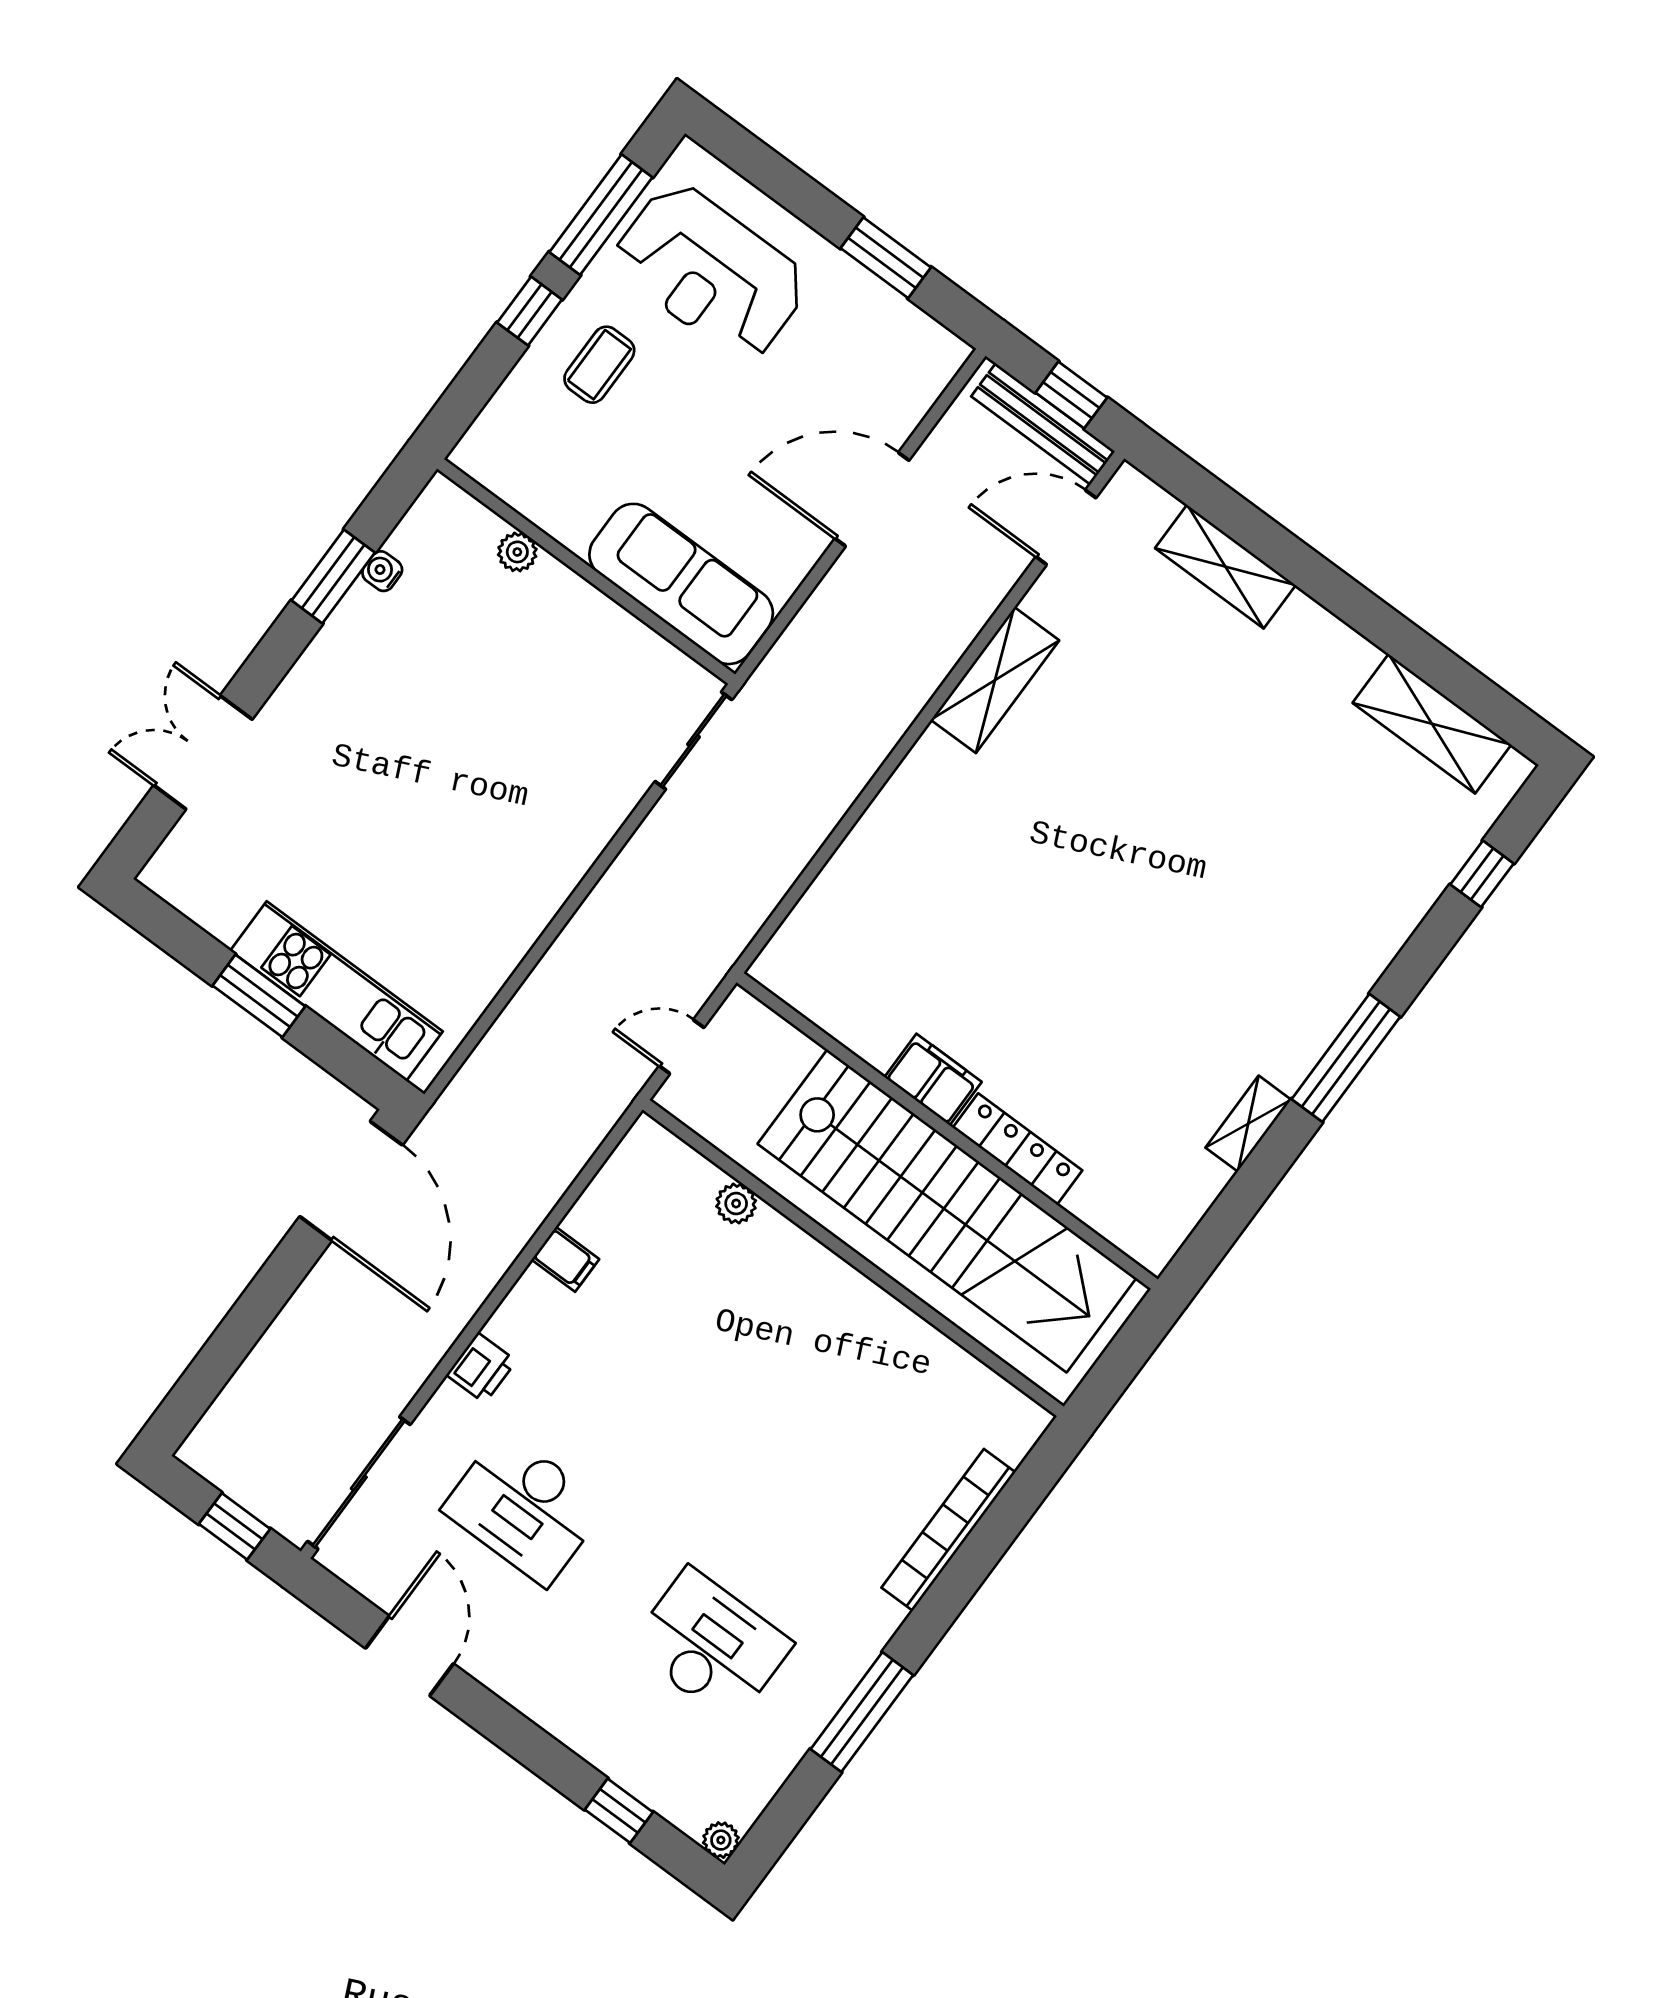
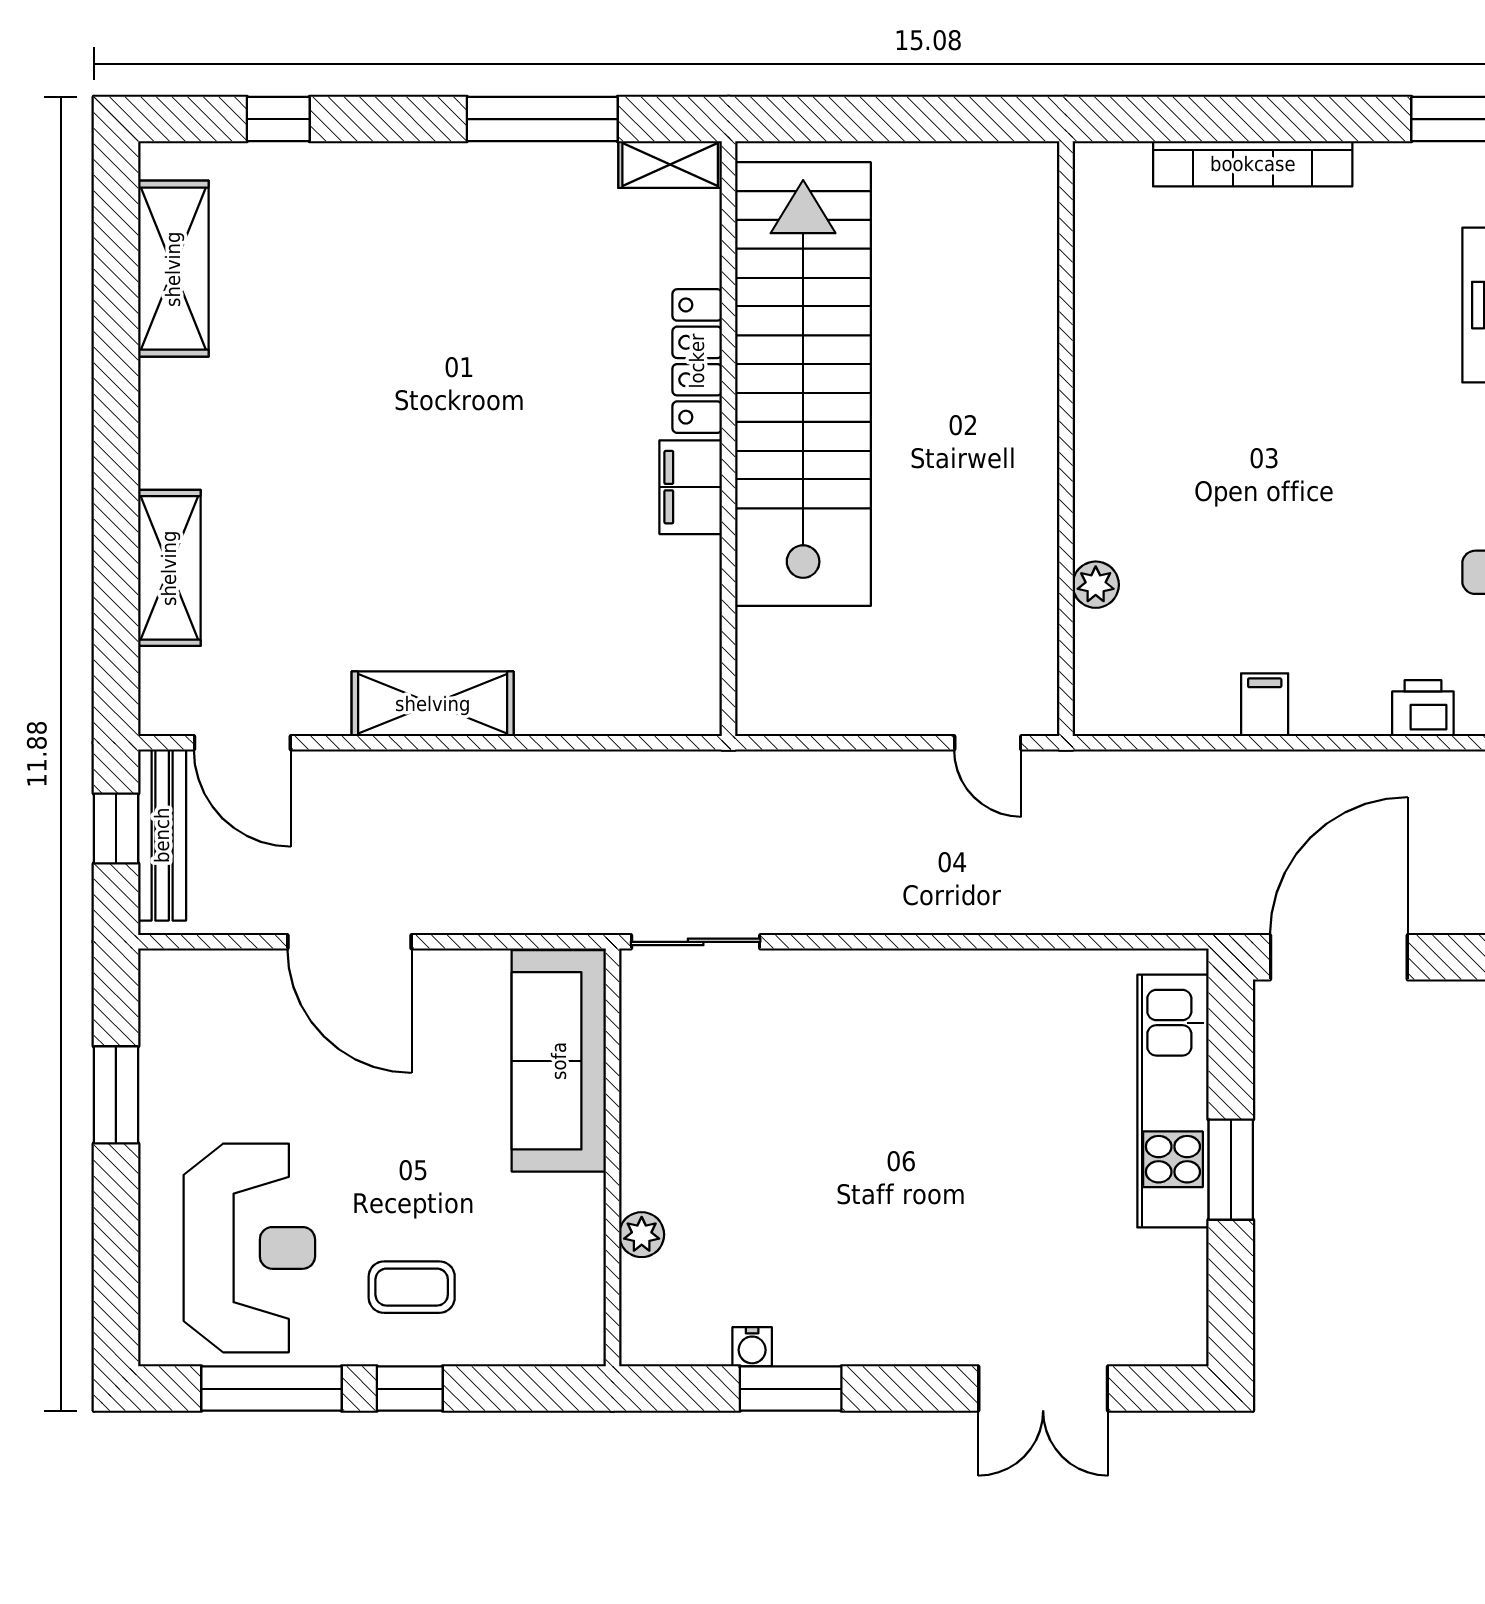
filing cabinet: (933, 1079) -> (691, 487), moved
wall: (947, 1131) -> (729, 439), moved
locker: (1018, 1149) -> (697, 361), moved
stairs: (947, 1211) -> (803, 384), moved

